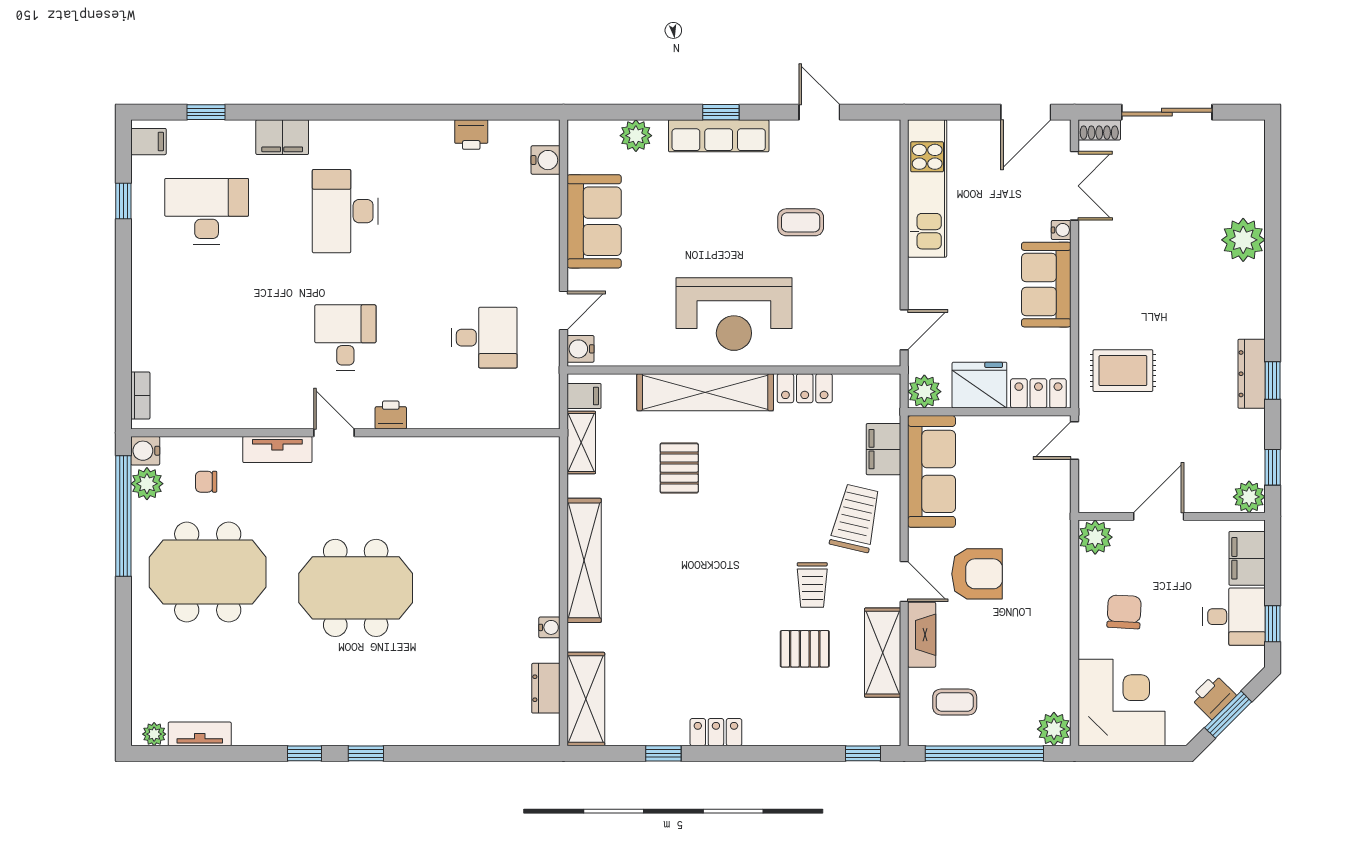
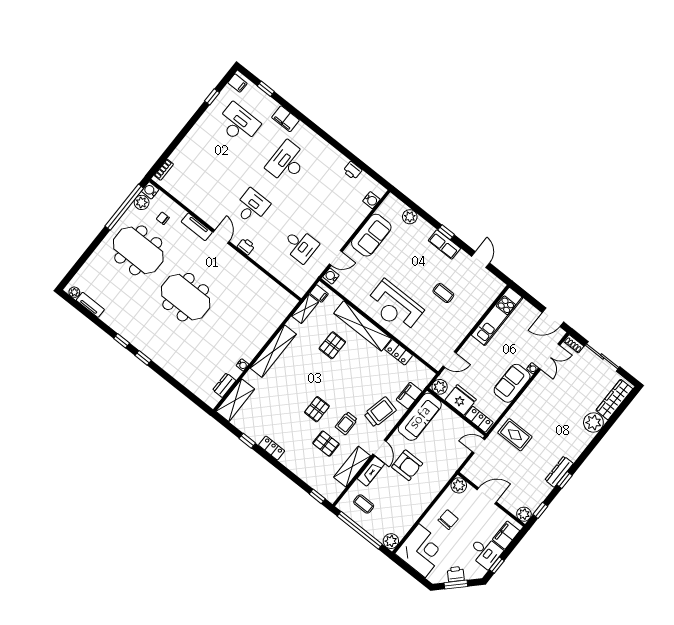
row of seats: (719, 136) -> (444, 244), width x0.68
wardrobe: (1248, 171) -> (614, 400), added
pallet: (741, 601) -> (317, 409), added

